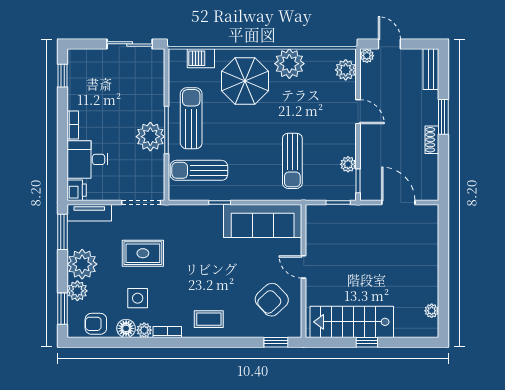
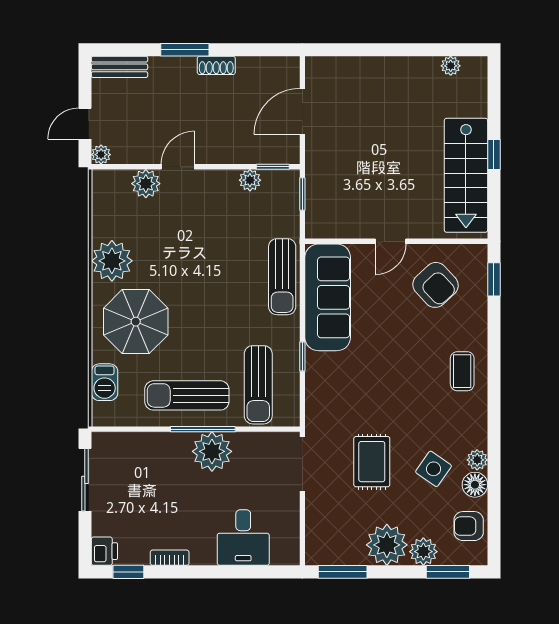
plant: (346, 70) -> (146, 184), moved
bookcase: (73, 125) -> (170, 558), moved
sun lounger: (292, 161) -> (282, 277), moved, turned 90
printer: (77, 190) -> (104, 551), moved, turned 90
tv unit: (89, 213) -> (316, 535), removed
side table: (138, 298) -> (434, 469), turned 35
armchair: (96, 324) -> (469, 526), turned 90
bookcase: (167, 332) -> (480, 428), removed

